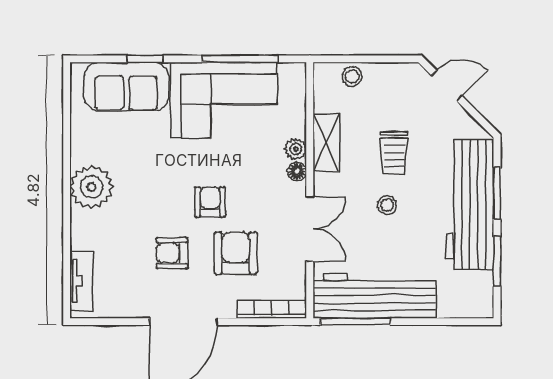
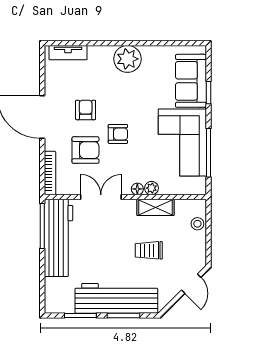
stool: (387, 205) -> (116, 246), removed
double door: (310, 229) -> (101, 197), swing flipped

